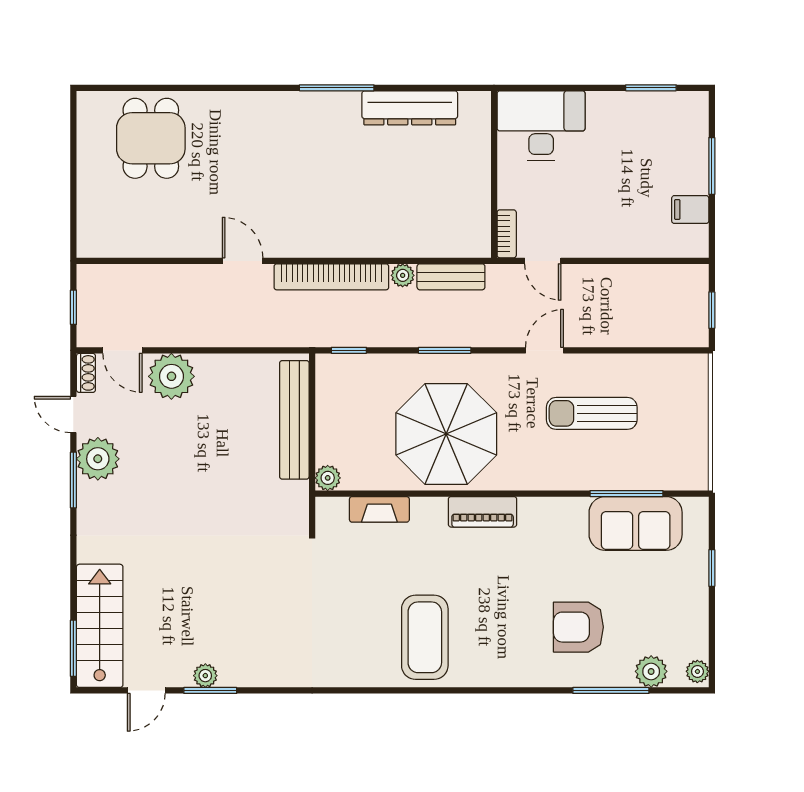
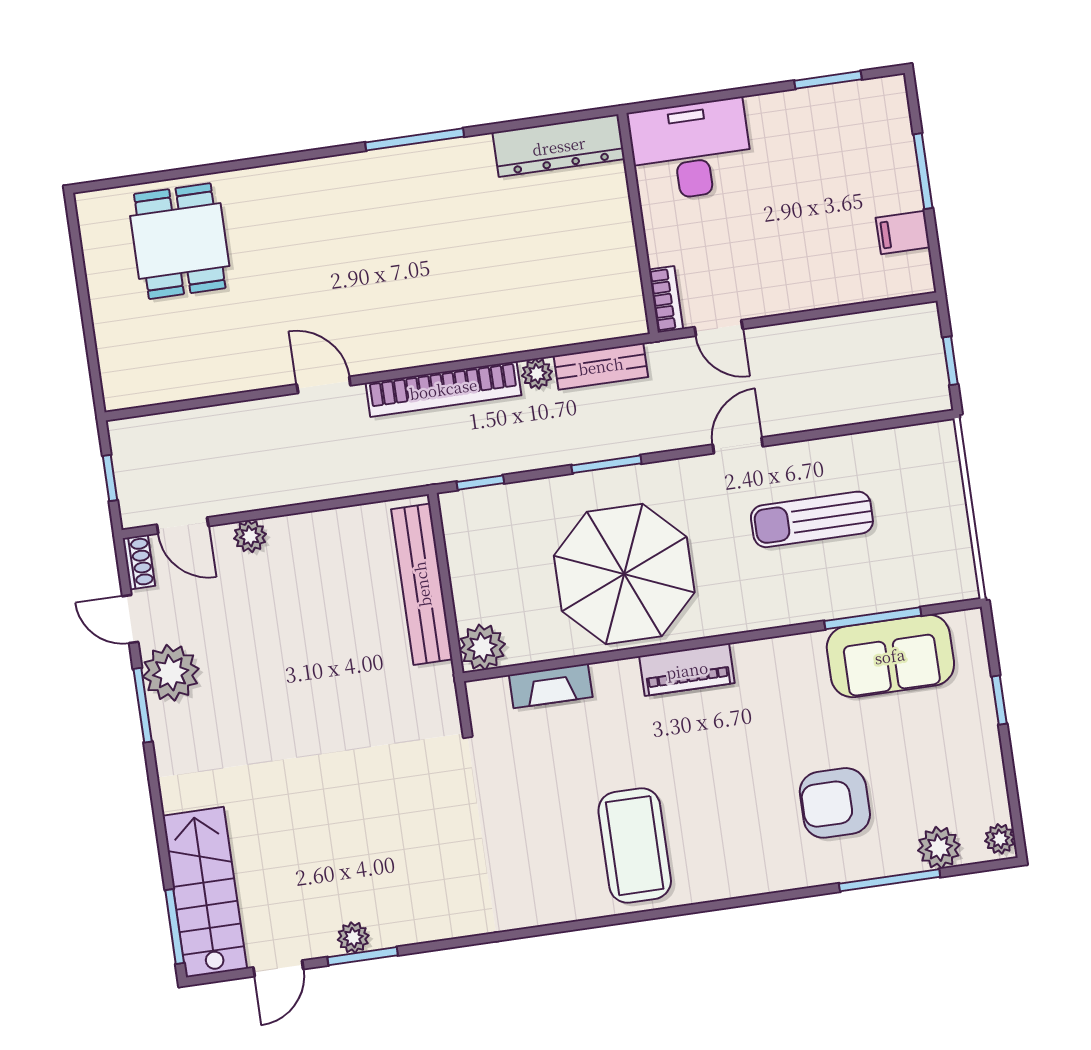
dresser: (410, 108) -> (559, 146), moved
plant: (171, 376) -> (250, 536), width x0.53, depth x0.53
plant: (328, 478) -> (482, 647), width x1.38, depth x1.38

